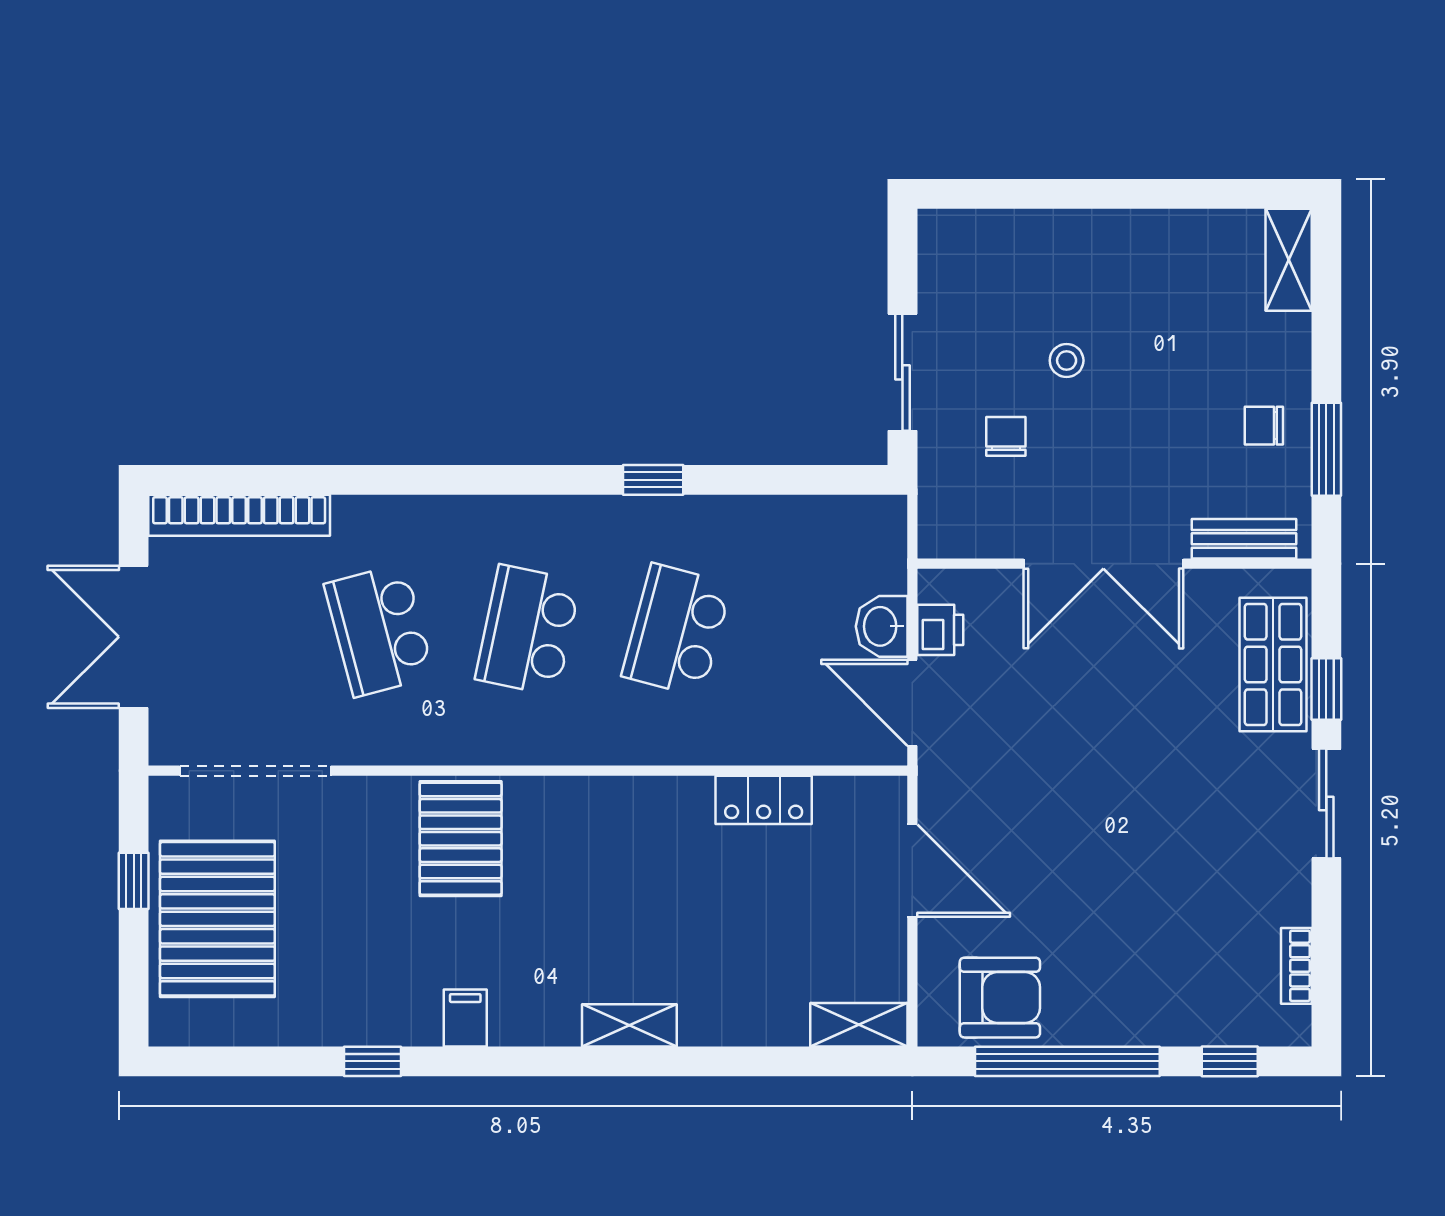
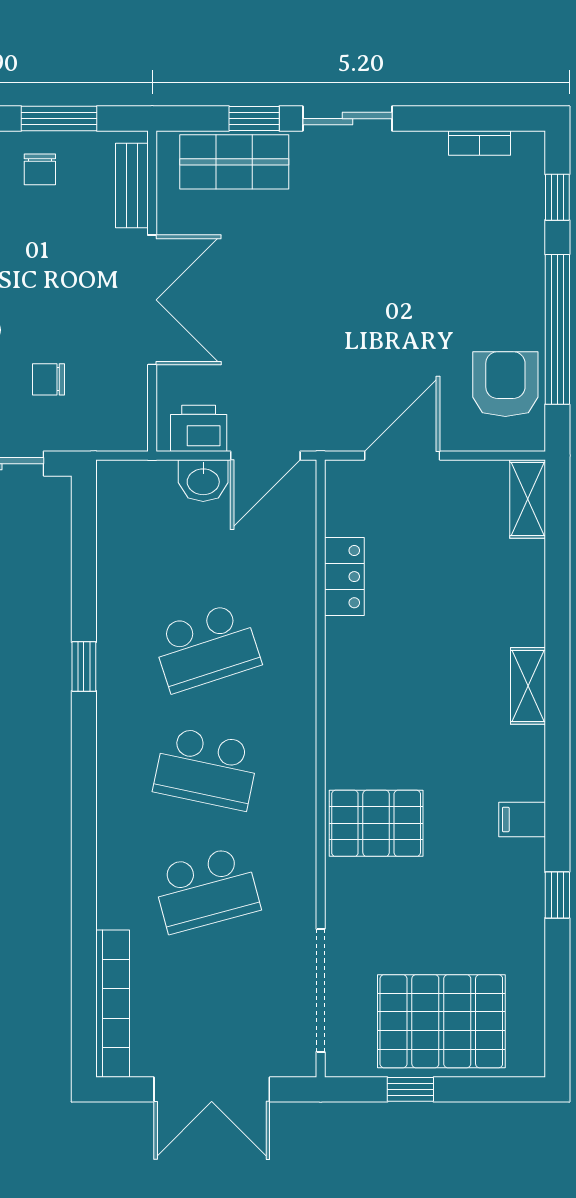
school desk: (677, 630) -> (206, 647), turned -33
printer: (940, 630) -> (199, 428), width x1.36, depth x1.24

